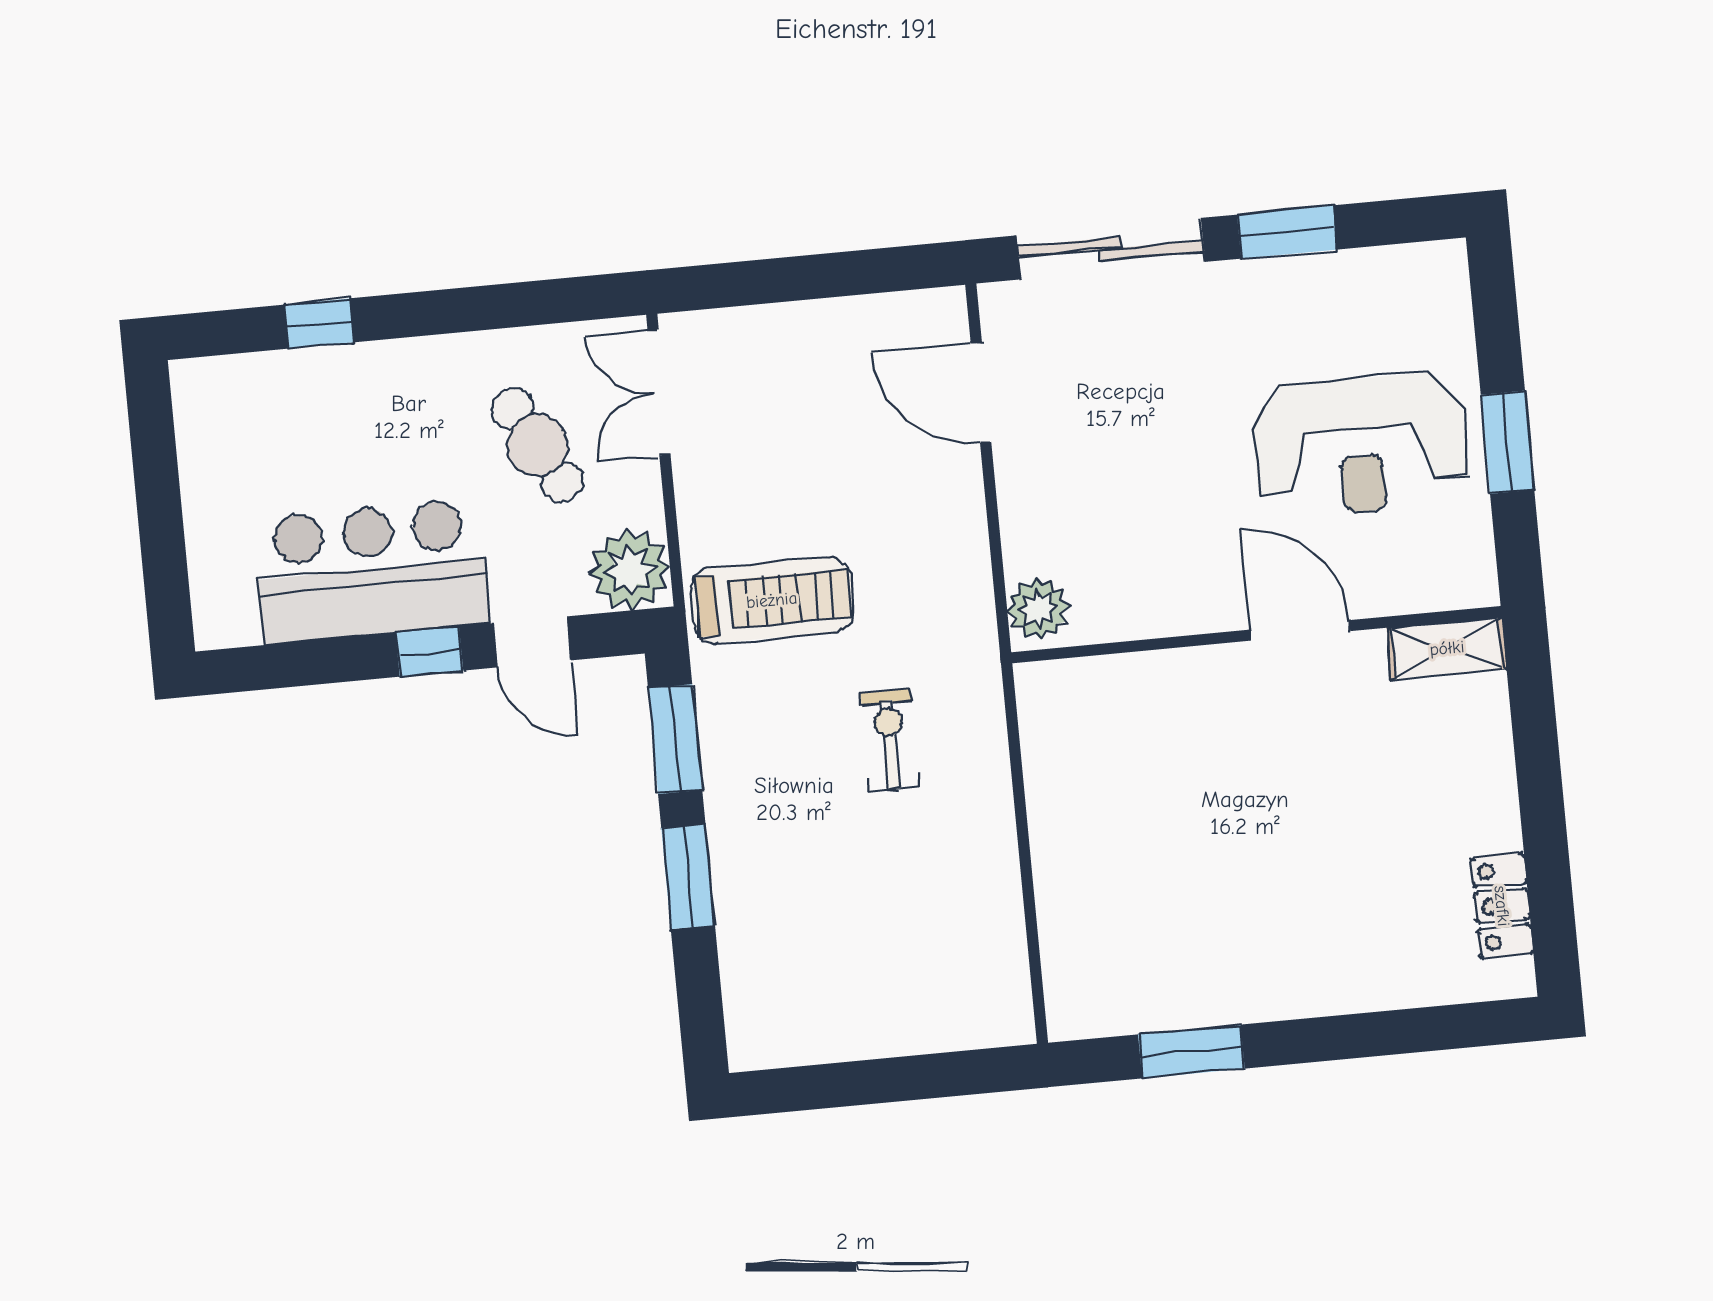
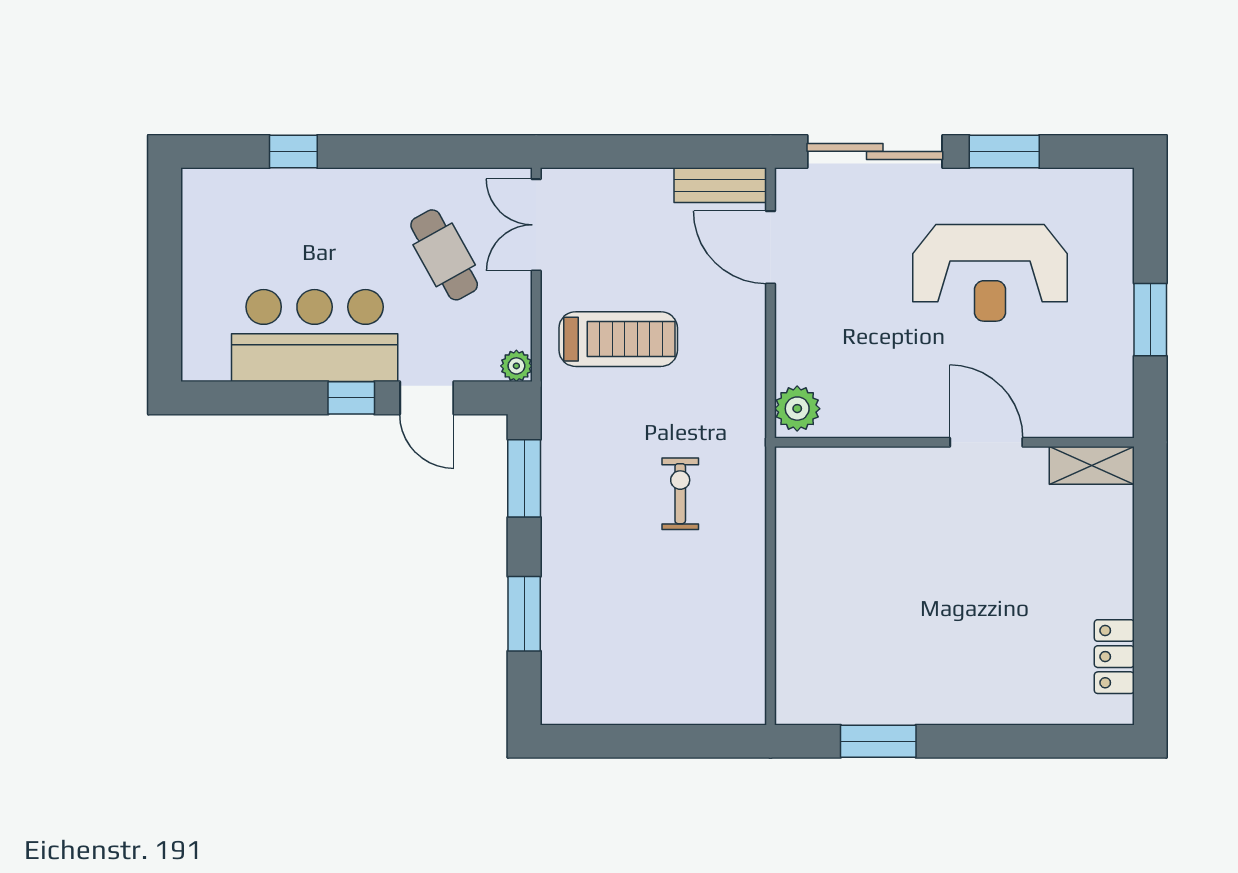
bench: (904, 314) -> (720, 185), added
reception desk: (1360, 445) -> (990, 273), moved
plant: (630, 570) -> (516, 366), width x0.53, depth x0.53
treadmill: (772, 600) -> (618, 339), moved
window: (688, 877) -> (524, 614), moved

